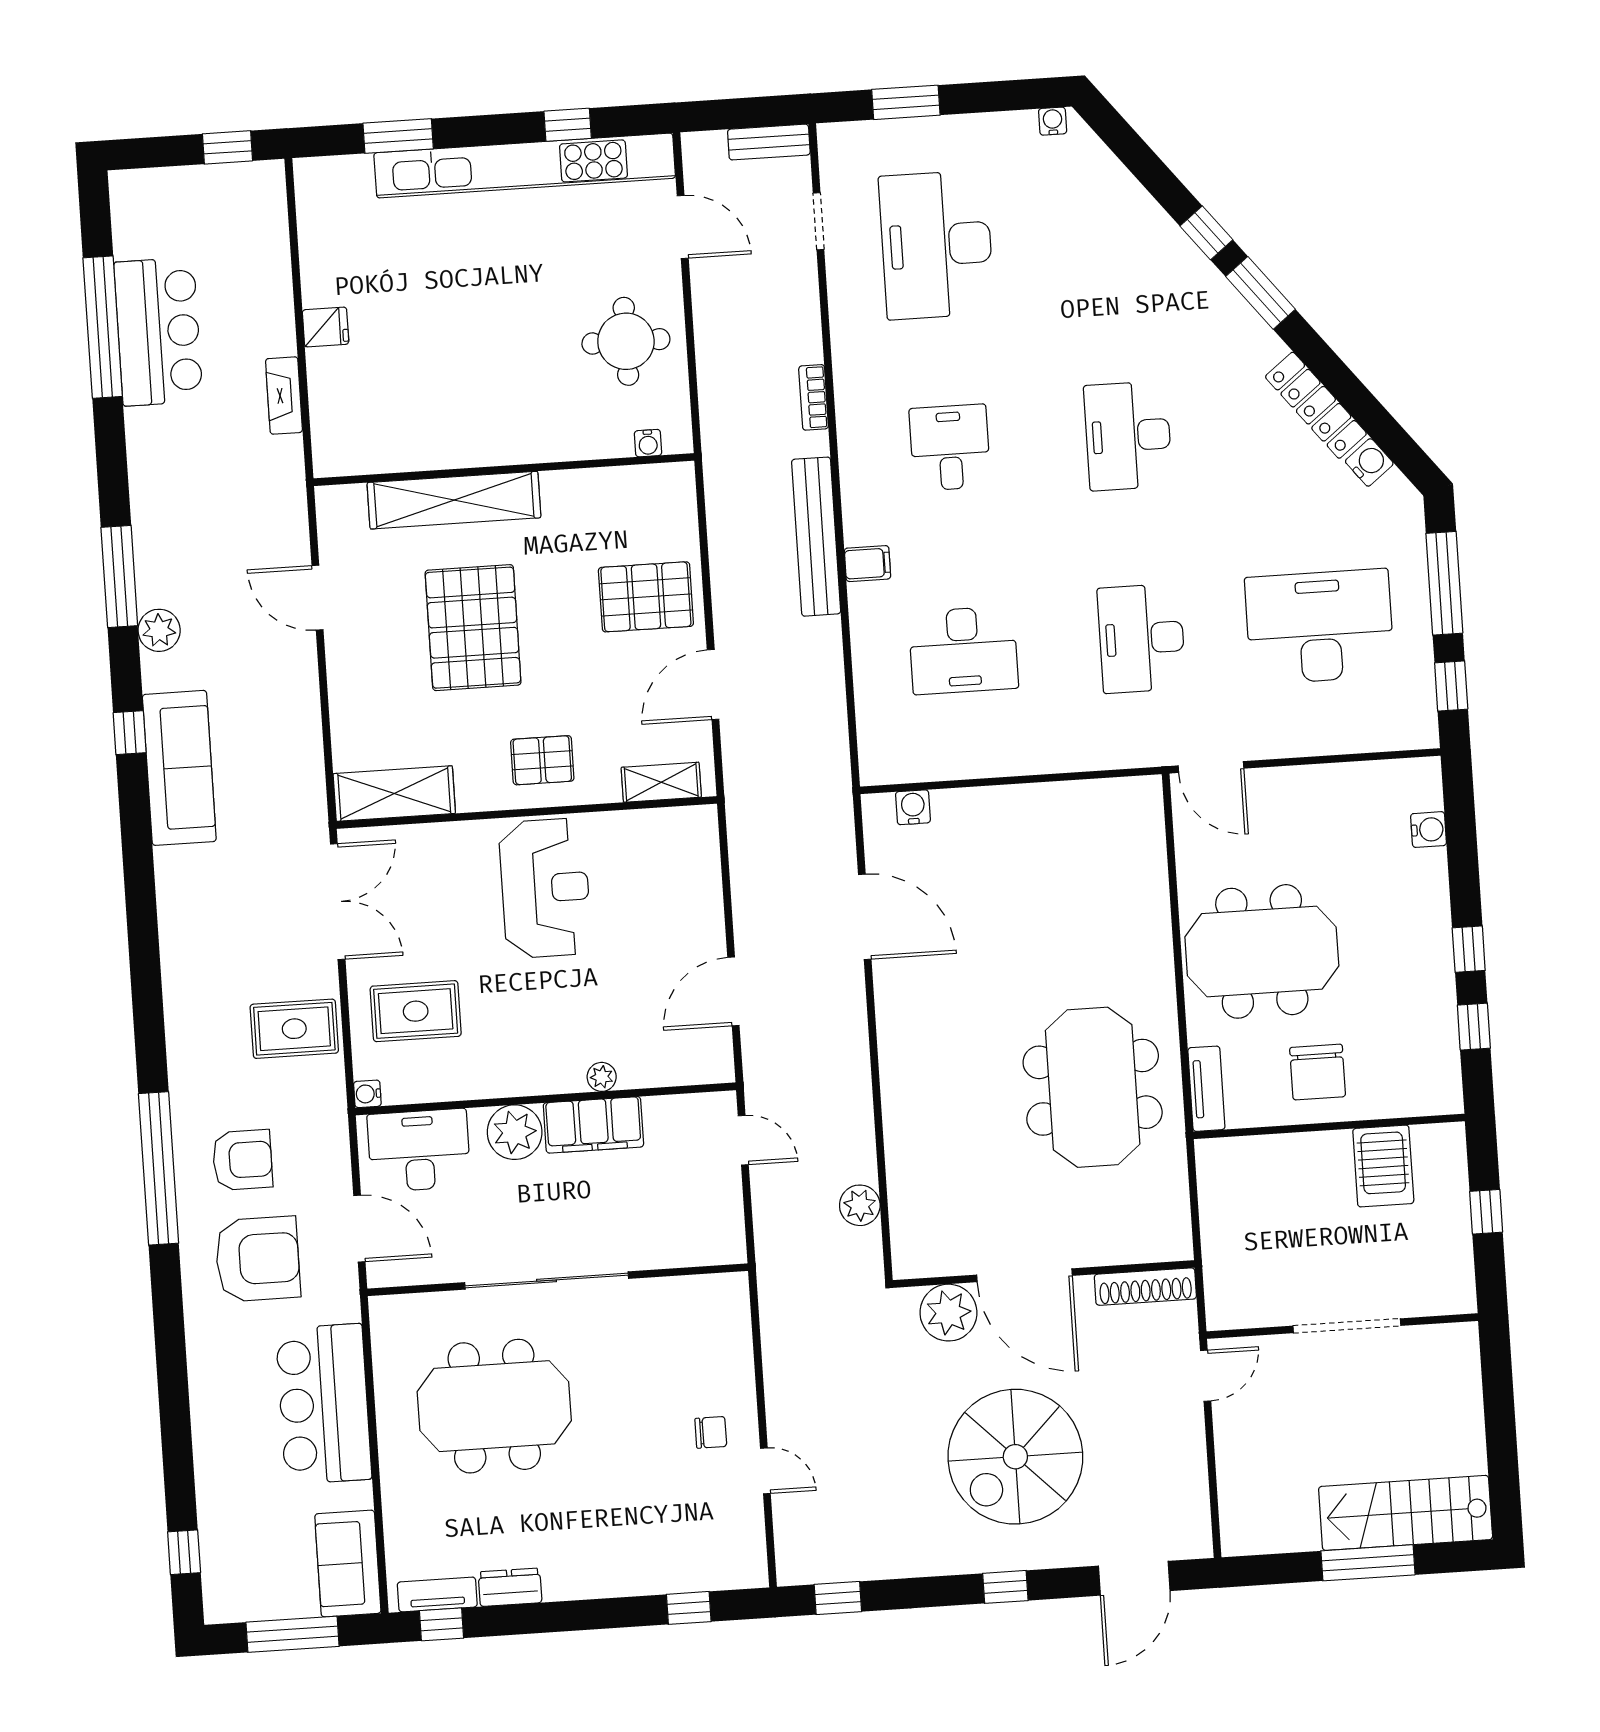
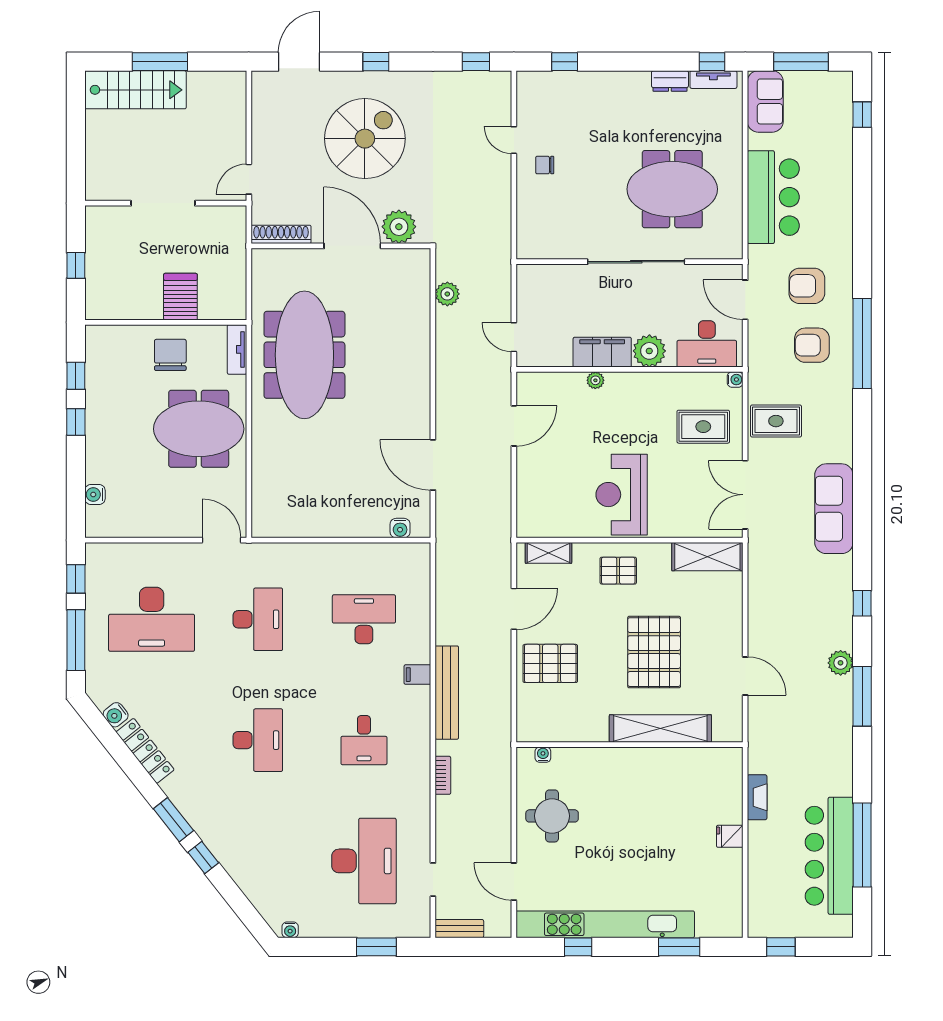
bar counter: (158, 332) -> (829, 856), width x1.36
sofa: (179, 768) -> (834, 509), moved
meeting table: (1093, 1087) -> (304, 355), width x1.36
server rack: (1383, 1166) -> (180, 297), moved
armchair: (258, 1259) -> (807, 286), width x0.73, depth x0.73

